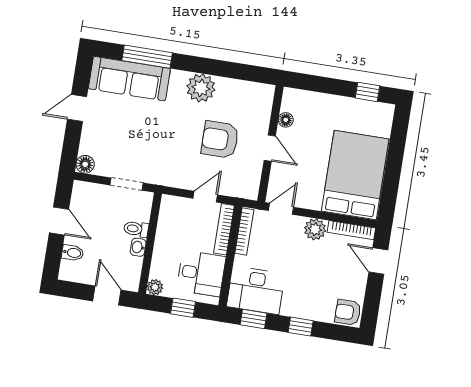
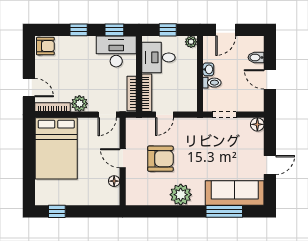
door: (107, 296) -> (226, 30), hinge flipped

